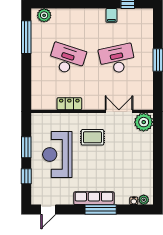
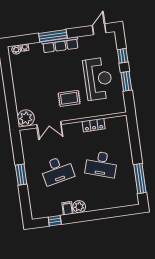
plant: (44, 15) -> (79, 207), moved

